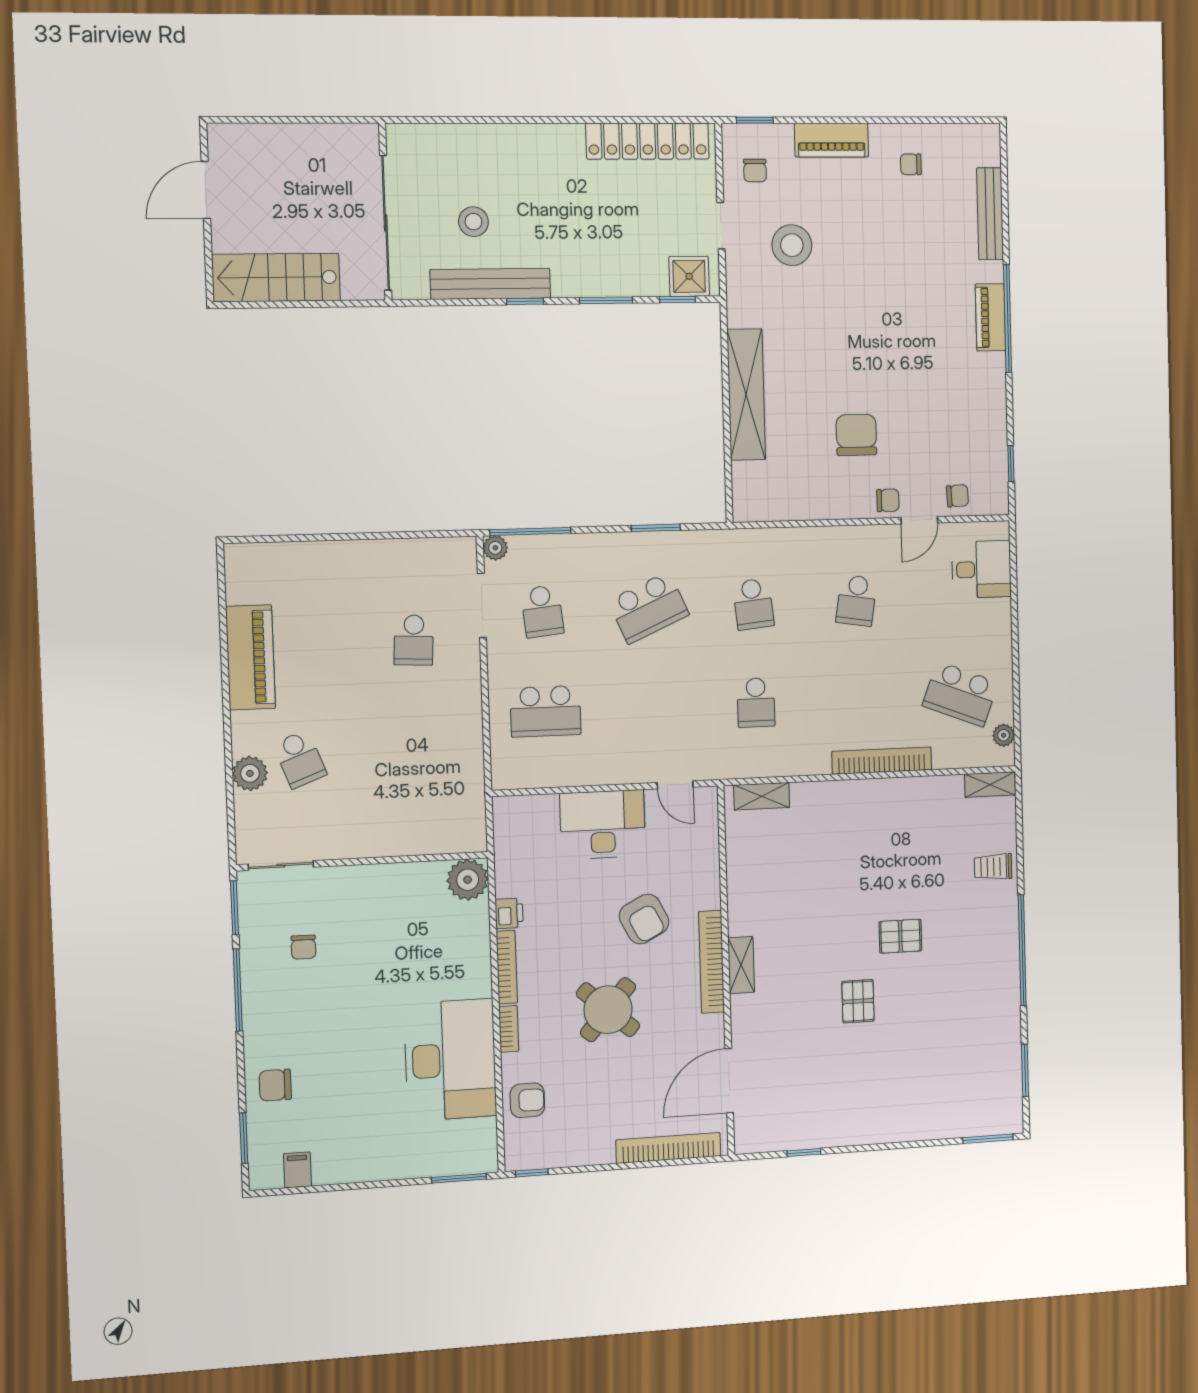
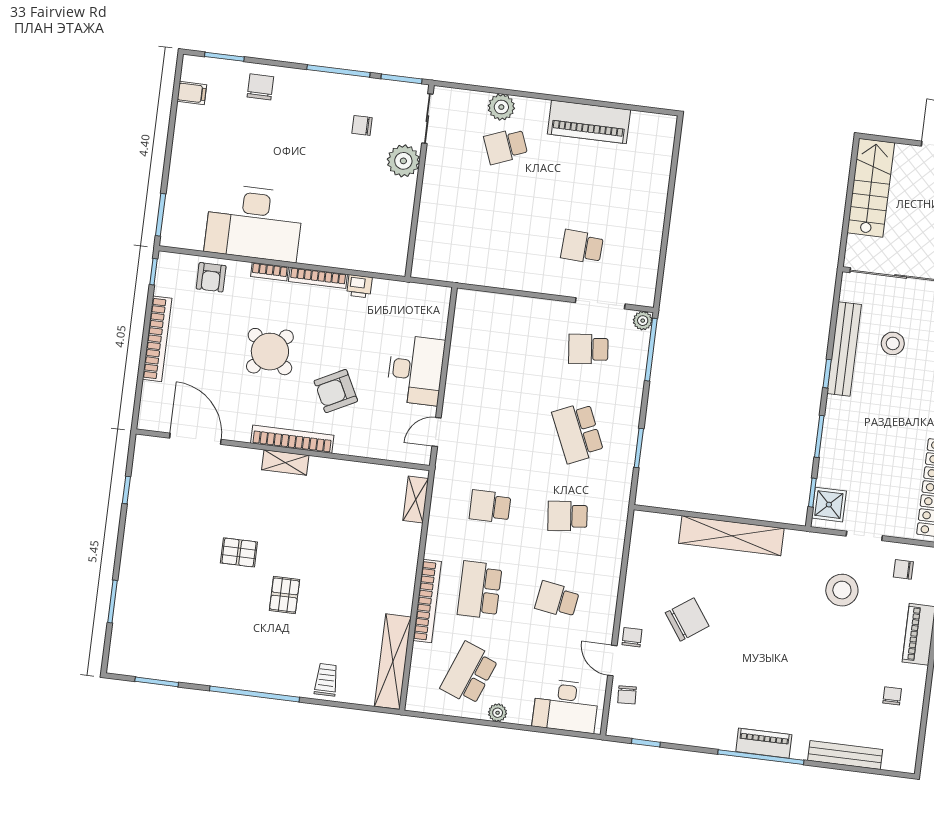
chair: (856, 435) -> (687, 619), turned -35
chair: (888, 500) -> (632, 637), turned 180
desk: (981, 569) -> (566, 706), width x1.37
school desk: (546, 711) -> (480, 590), moved
plant: (1004, 735) -> (498, 713), moved
shelving: (990, 785) -> (393, 662), width x2.20, depth x1.33
plant: (468, 880) -> (403, 161), moved
window: (988, 1139) -> (112, 601), moved
bookcase: (668, 1148) -> (157, 339), moved

